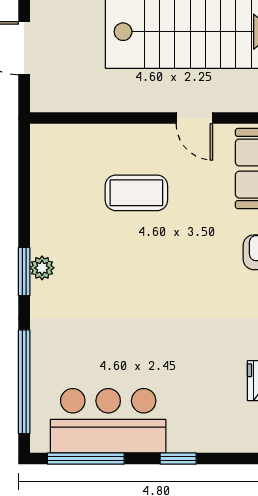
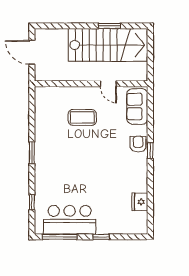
plant: (42, 268) -> (40, 151), removed
window: (24, 382) -> (32, 202), width x0.32

